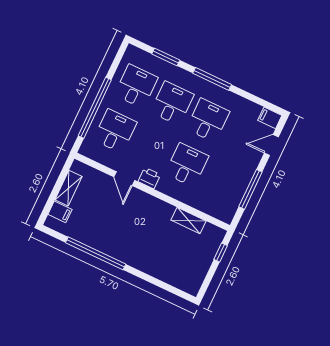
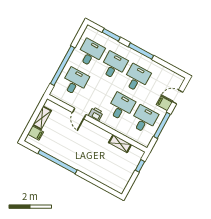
filing cabinet: (270, 118) -> (164, 103), moved
desk: (223, 182) -> (144, 119), added

